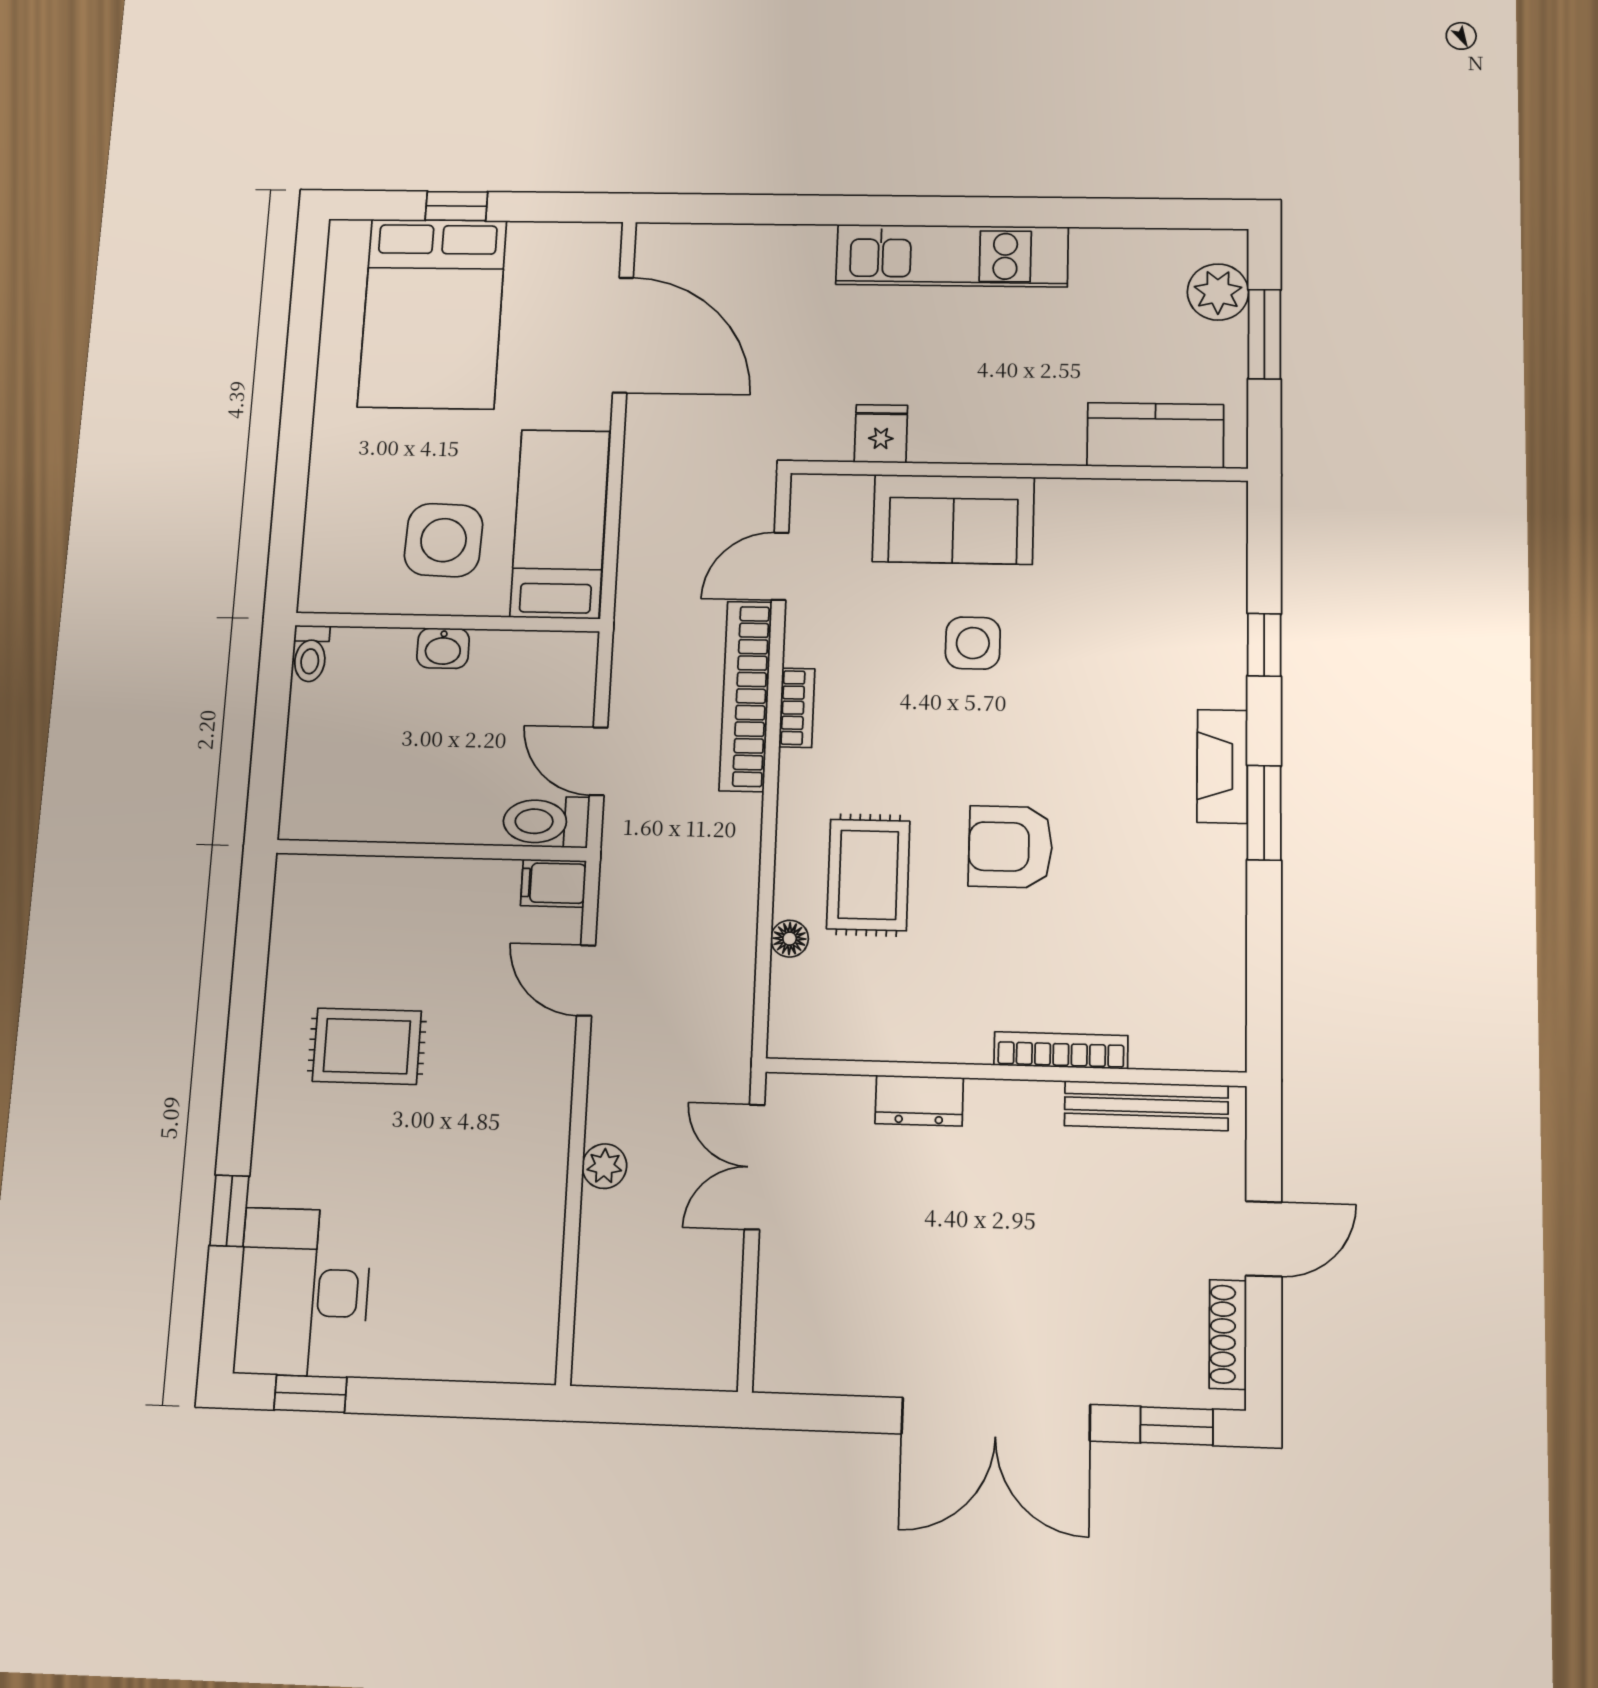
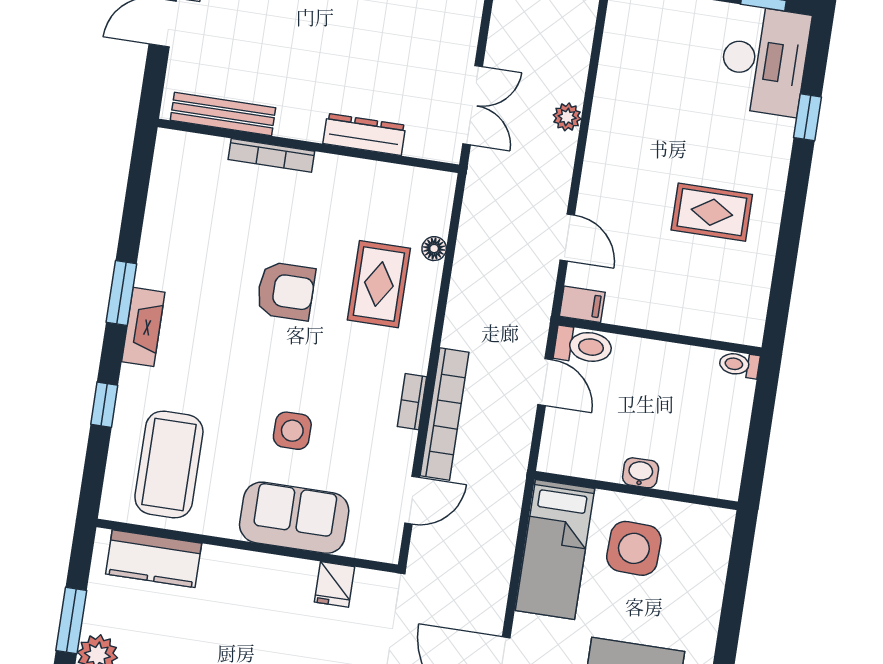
coffee table: (1152, 571) -> (169, 464), added
toilet: (310, 654) -> (739, 365), moved, turned -90
dresser: (919, 1101) -> (364, 134), width x1.44

